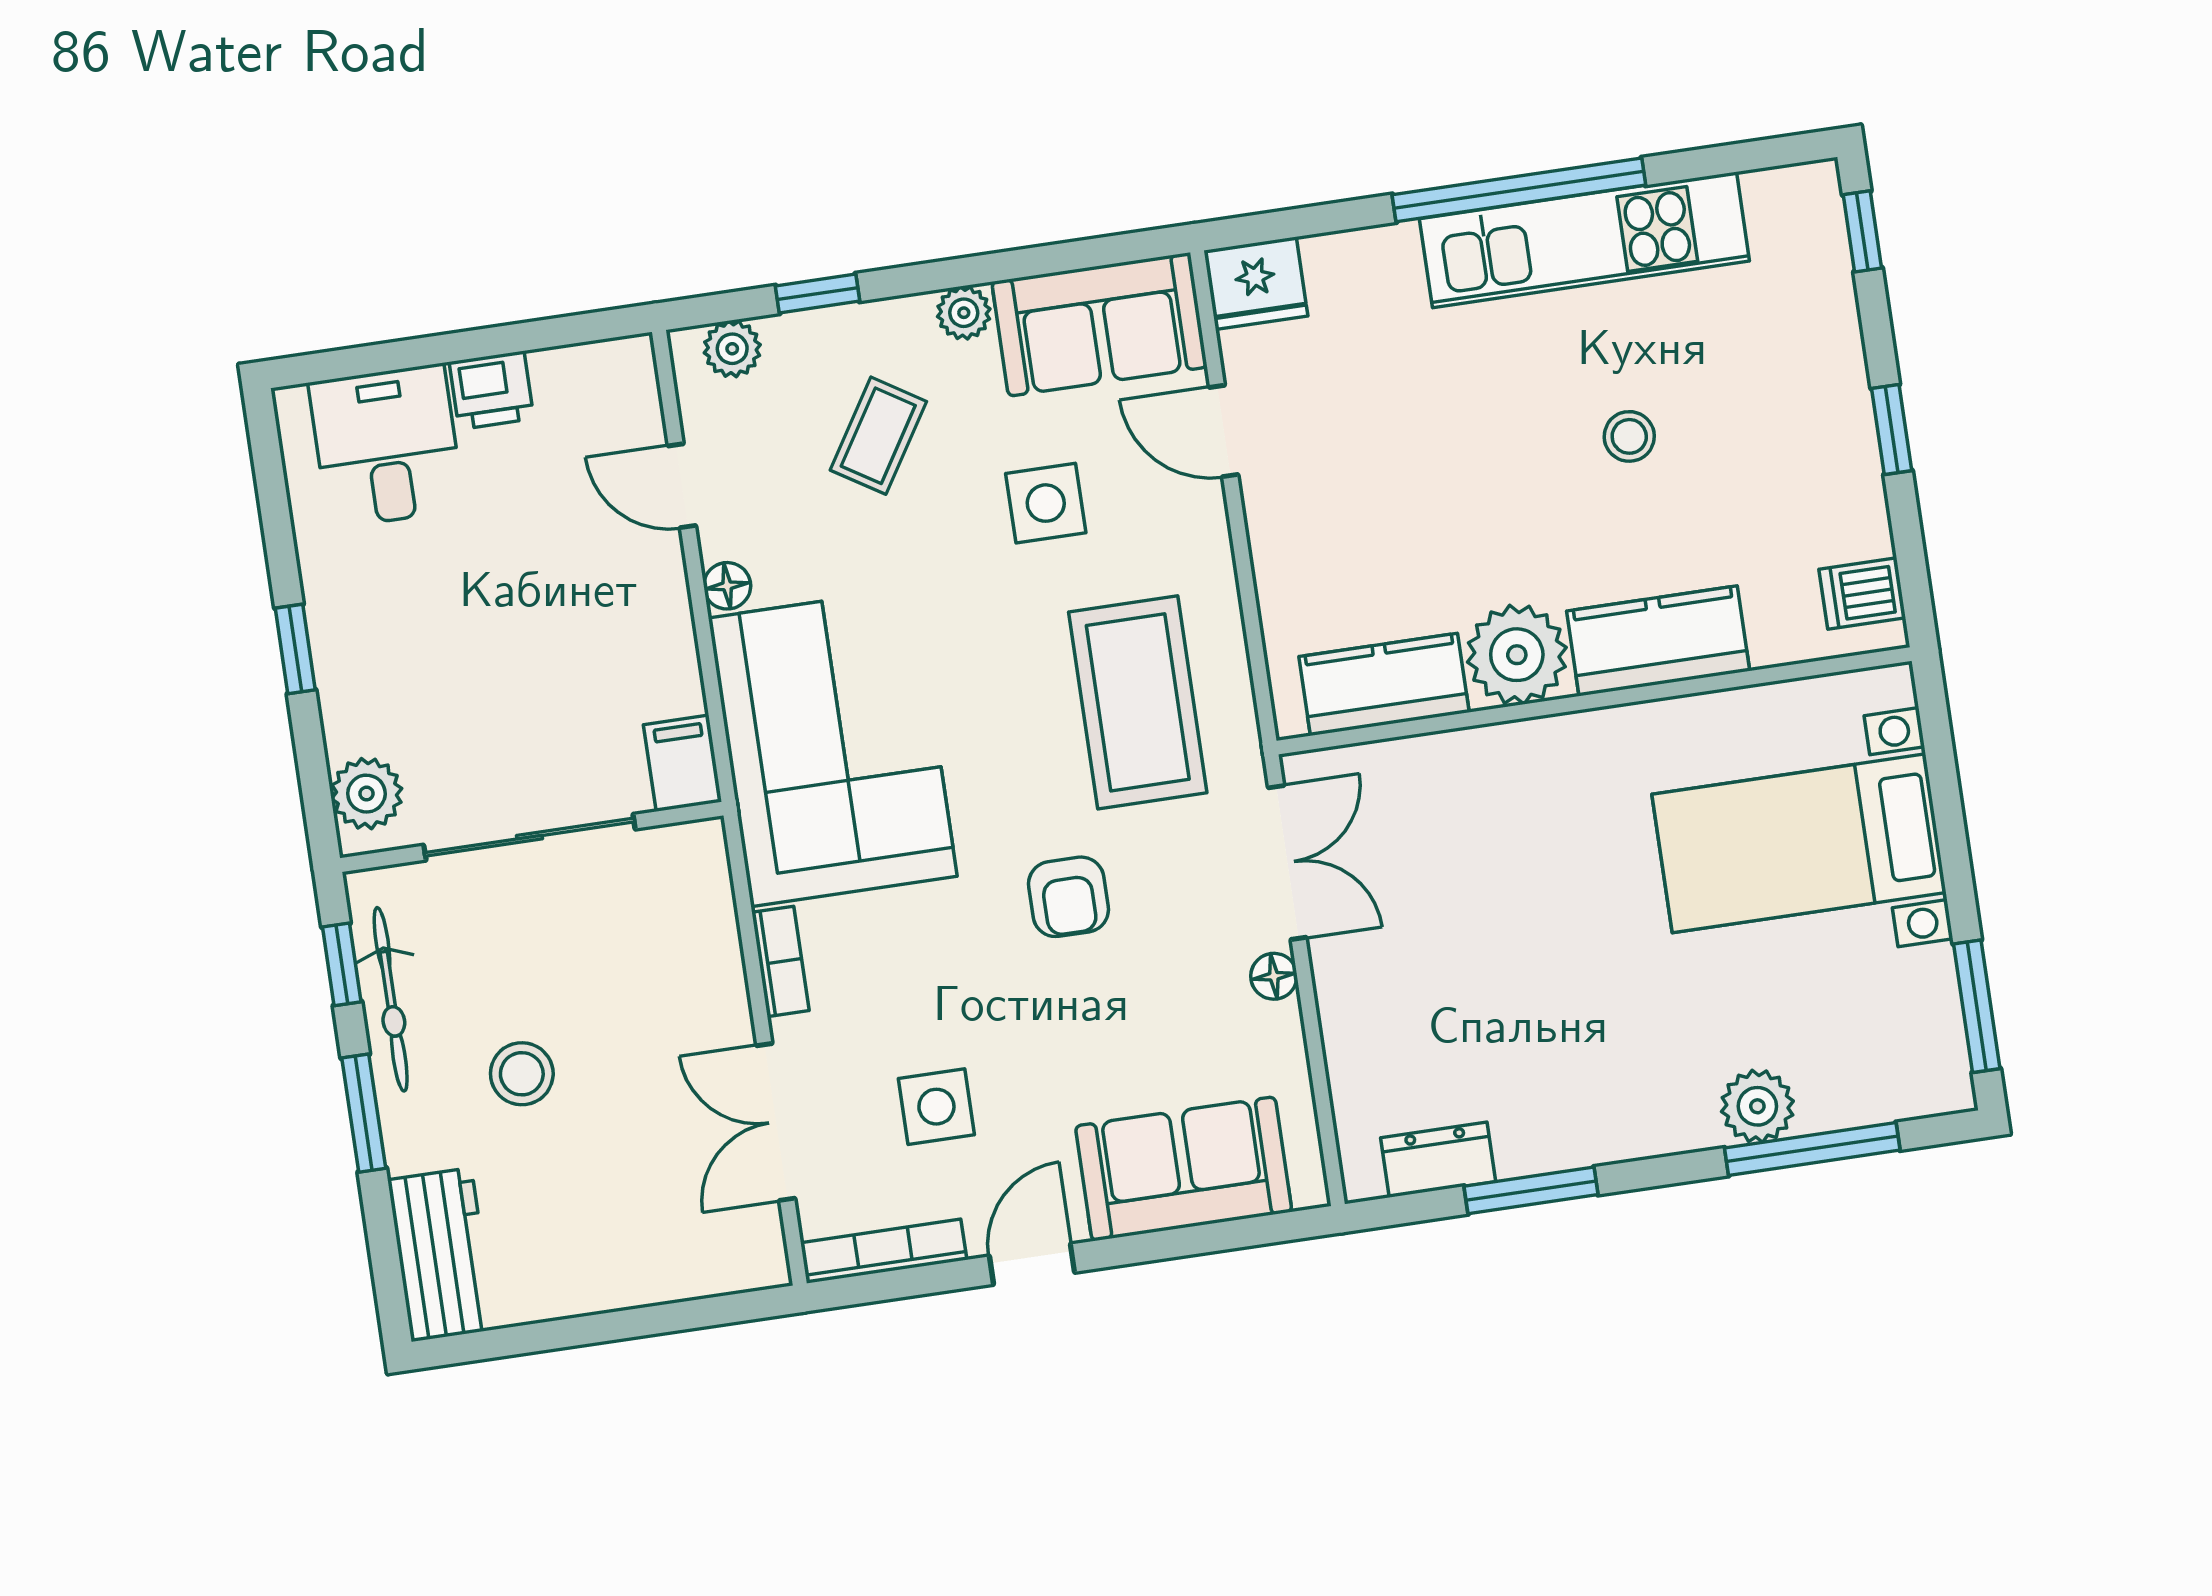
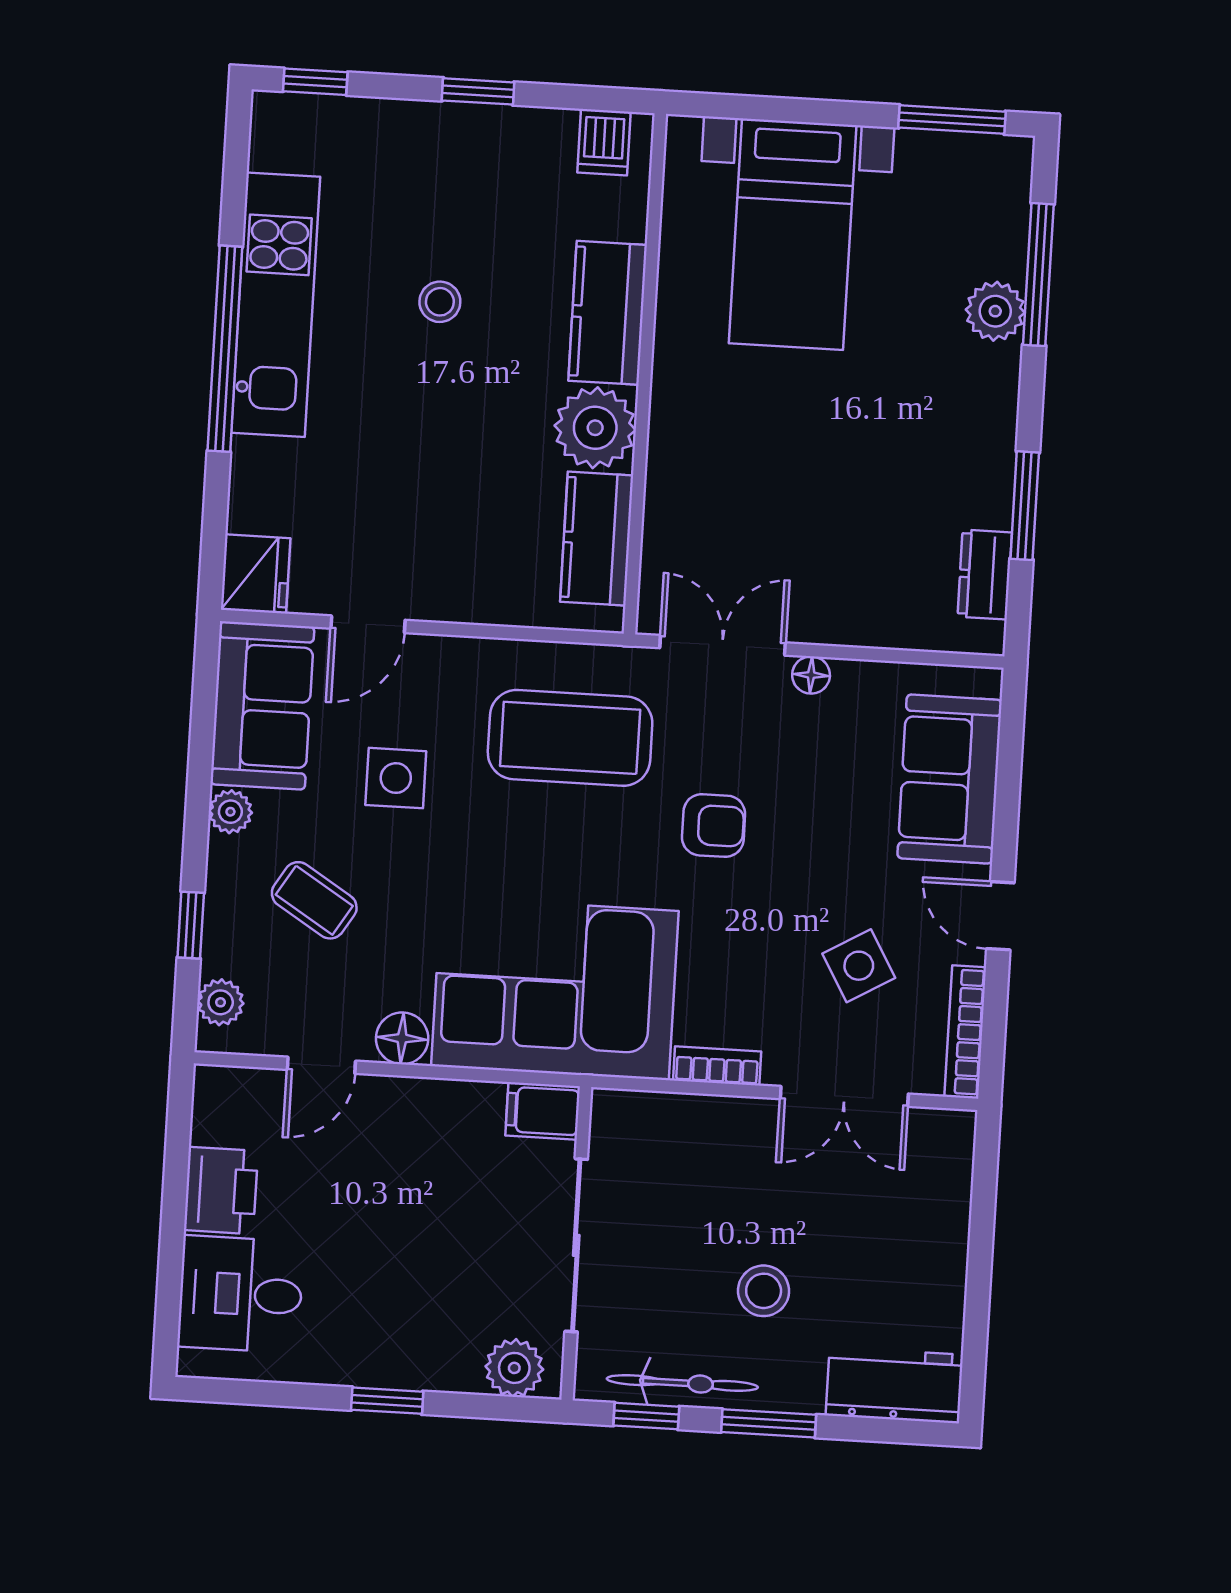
printer: (491, 390) -> (221, 1190), width x1.36, depth x1.24
floor lamp: (727, 586) -> (402, 1038), width x1.37, depth x1.37
side table: (936, 1107) -> (859, 966), turned -30

